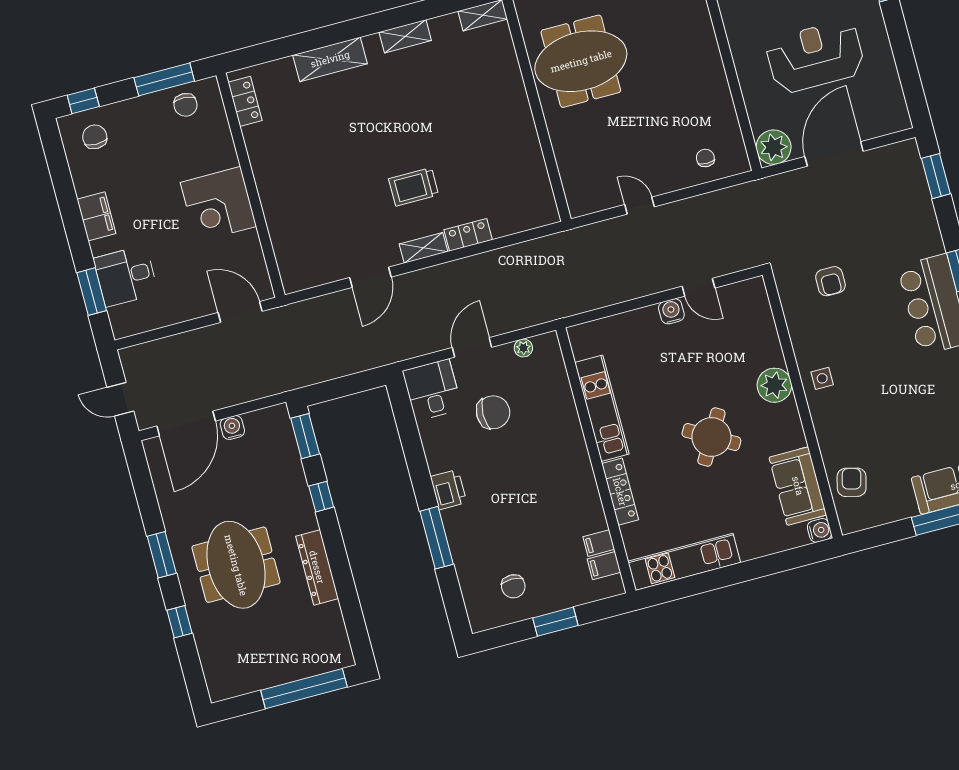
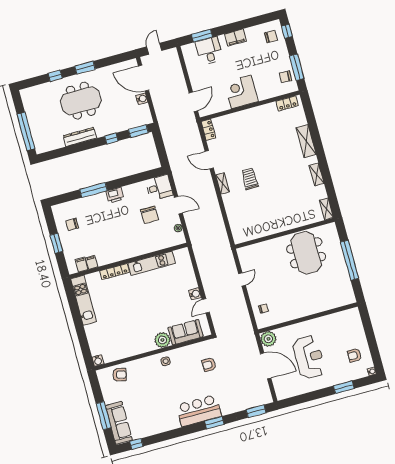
locker: (468, 235) -> (208, 130), moved
round table: (711, 437) -> (139, 312), removed
sofa: (798, 486) -> (185, 332), moved

